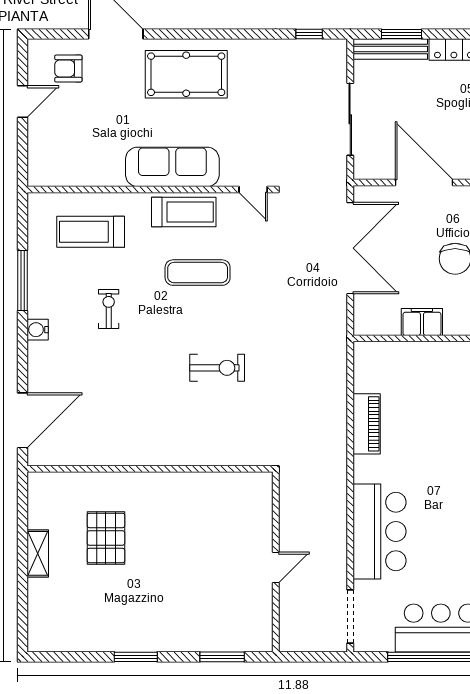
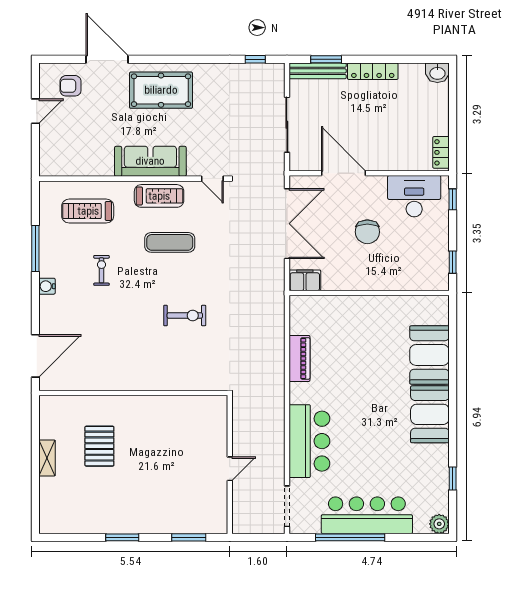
filing cabinet: (422, 322) -> (305, 280), moved

